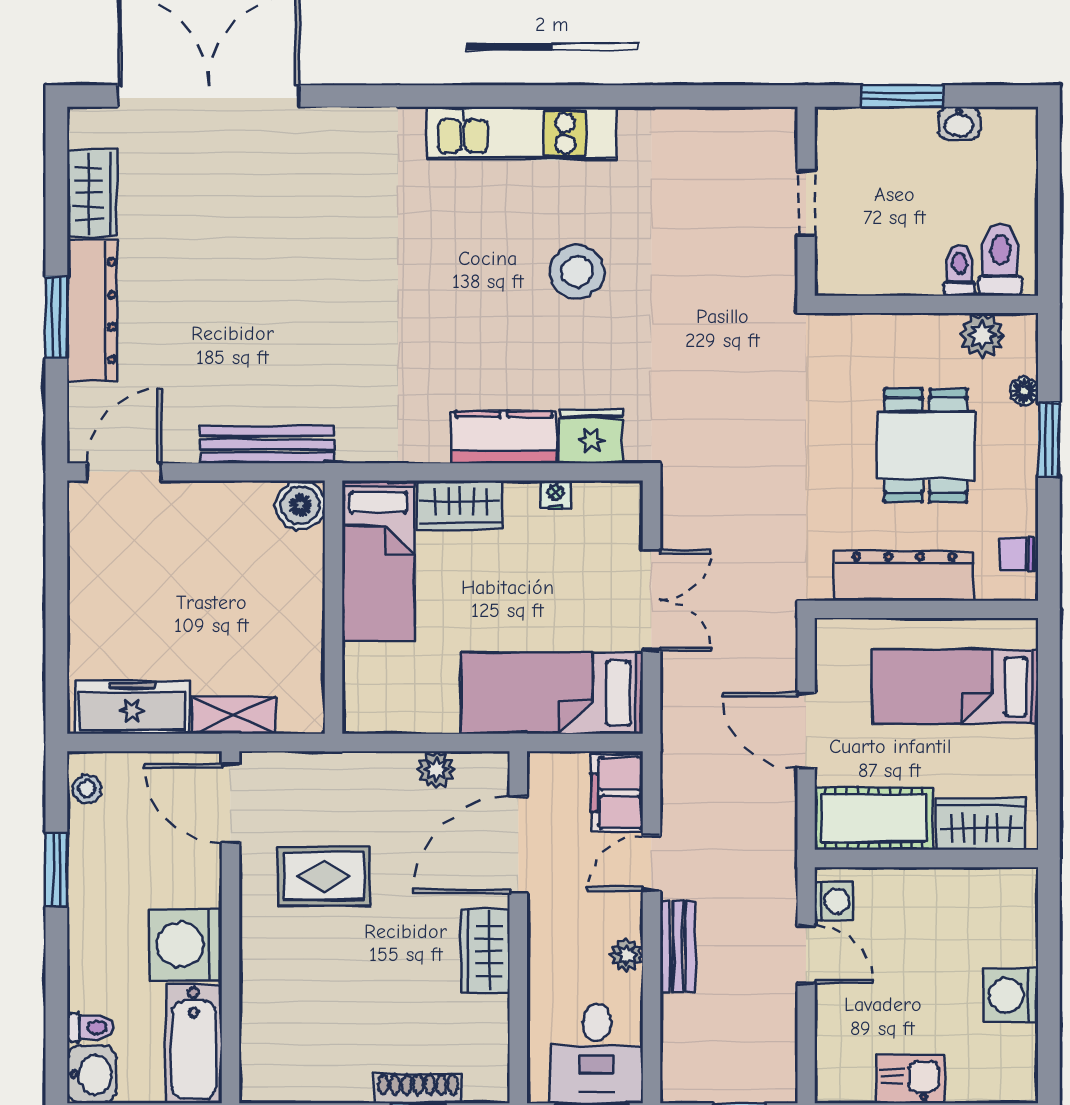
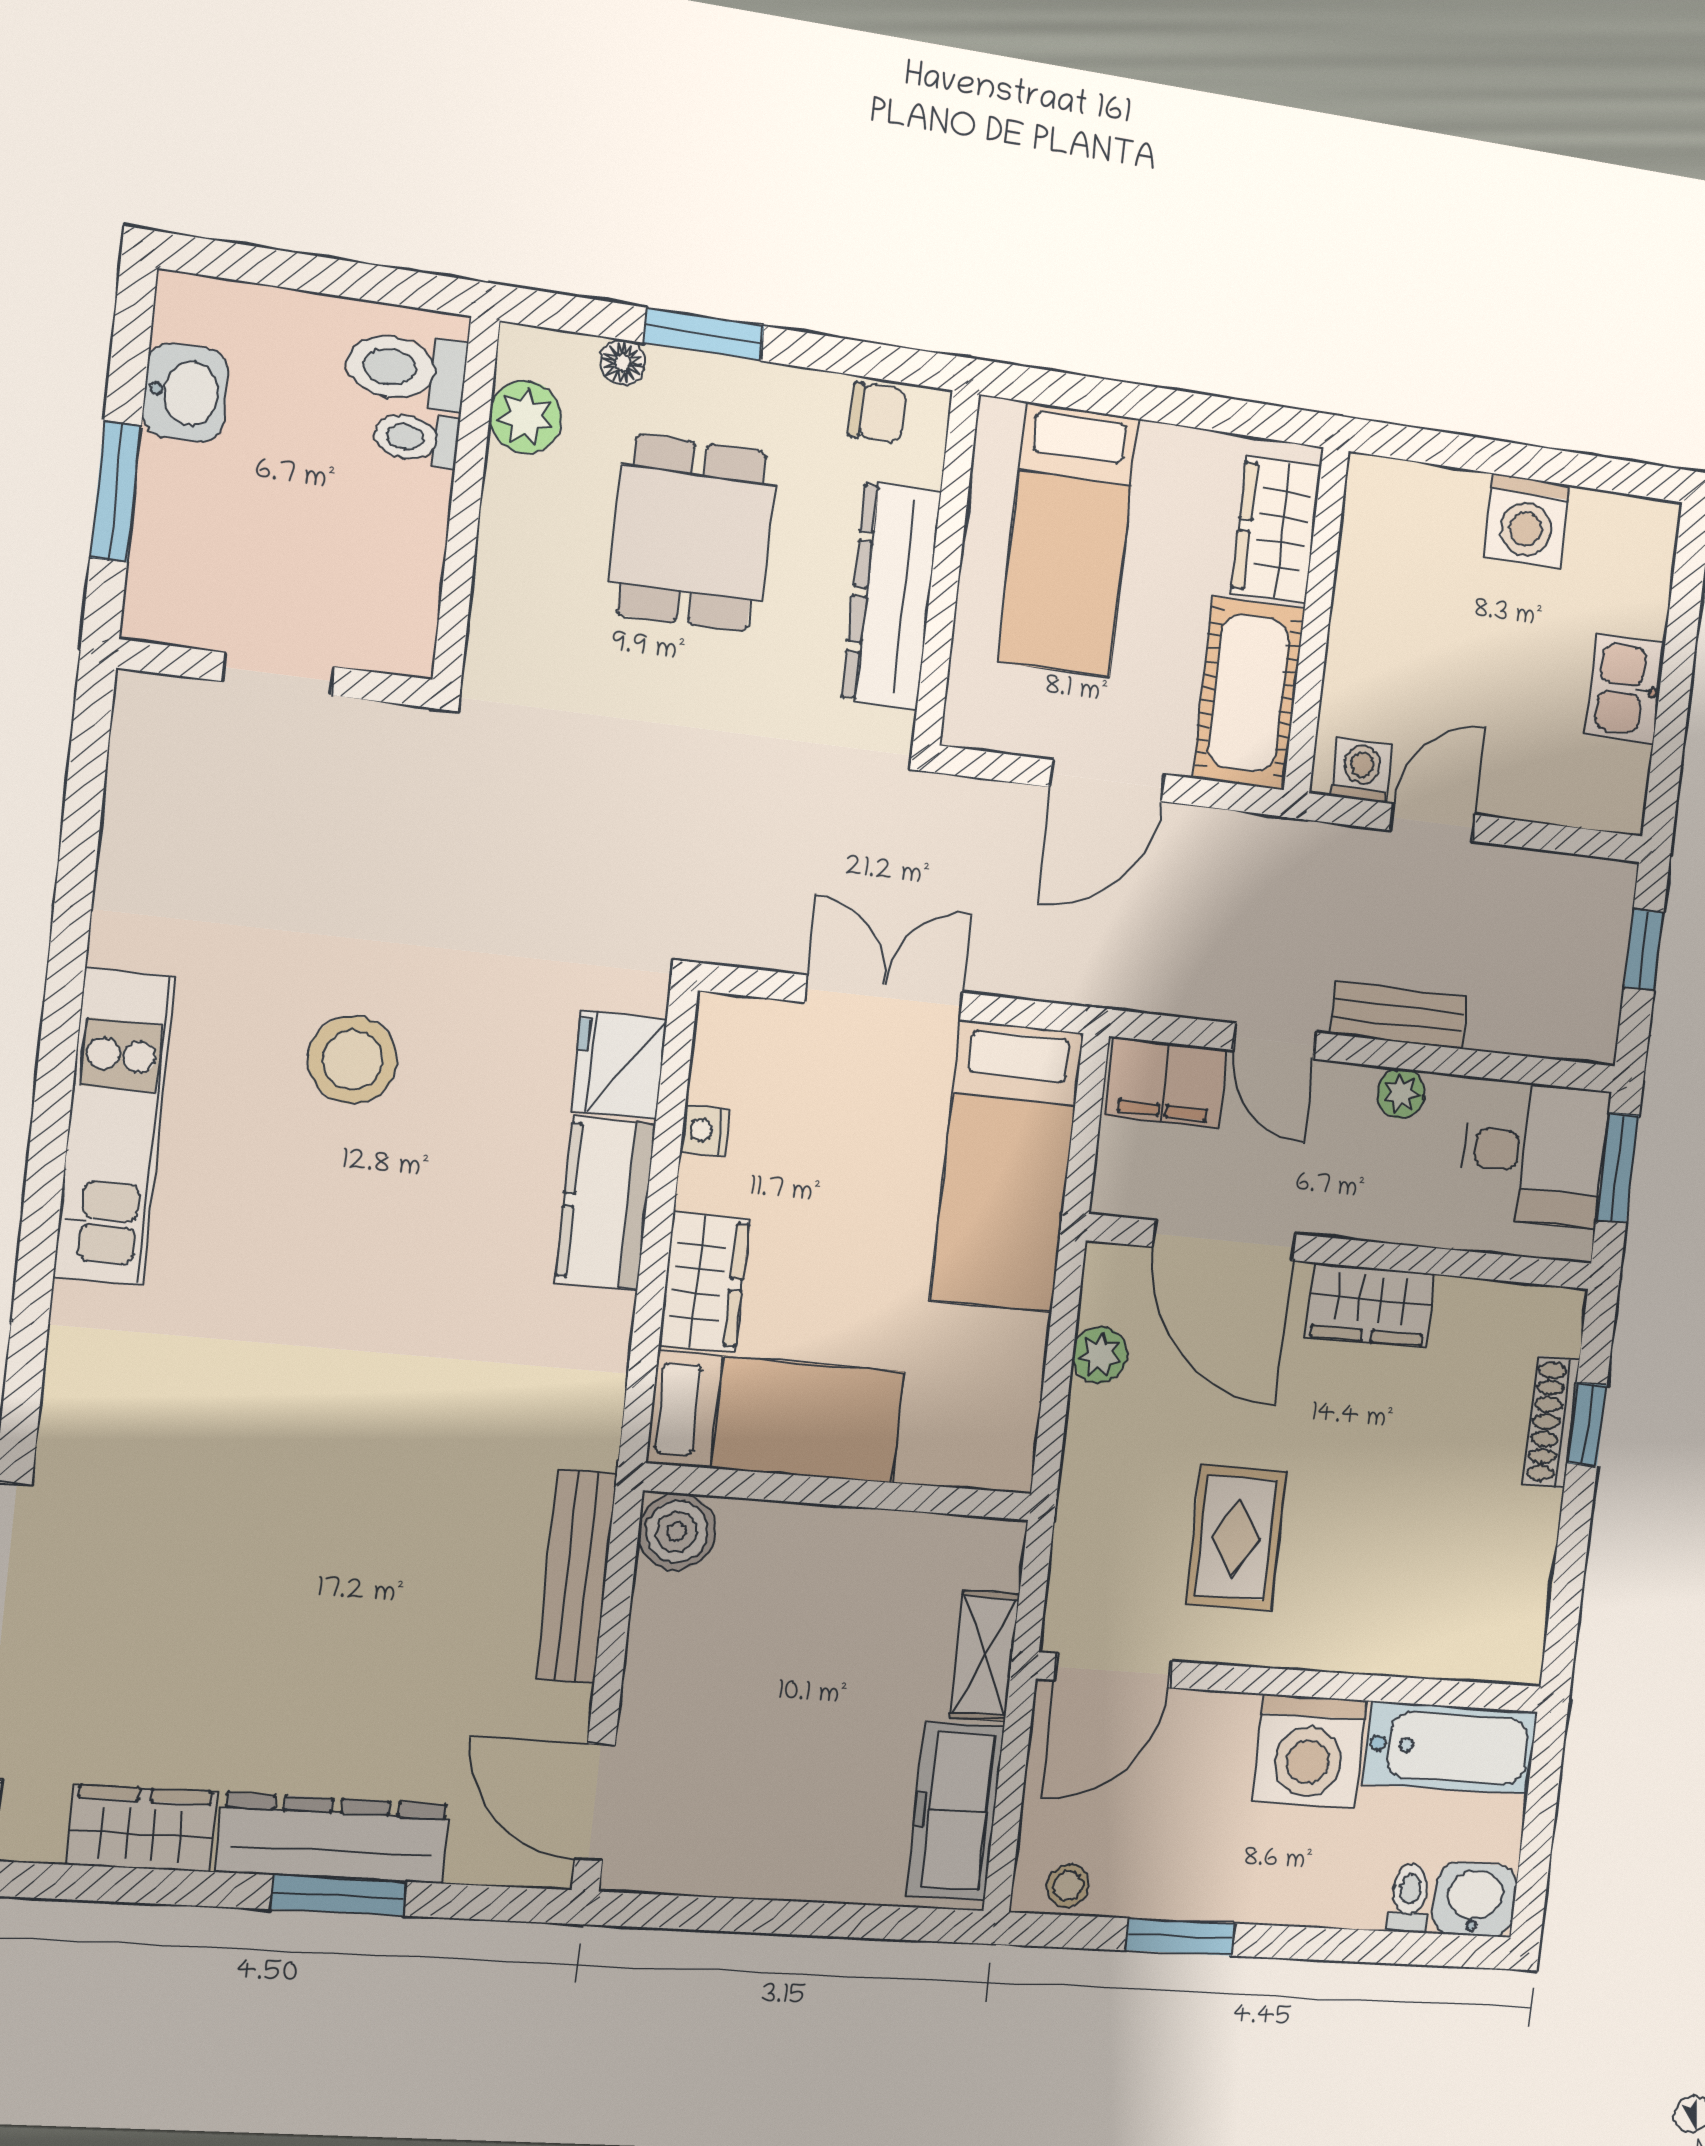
washbasin: (959, 123) -> (185, 393), width x1.38, depth x1.45
dining table: (926, 445) -> (692, 533), turned 90
chair: (1017, 554) -> (877, 412), turned -90

